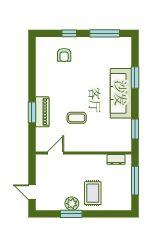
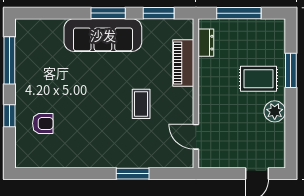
window: (135, 78) -> (108, 13), moved
piano: (42, 112) -> (183, 63), moved, turned -90
window: (71, 214) -> (291, 70), moved

